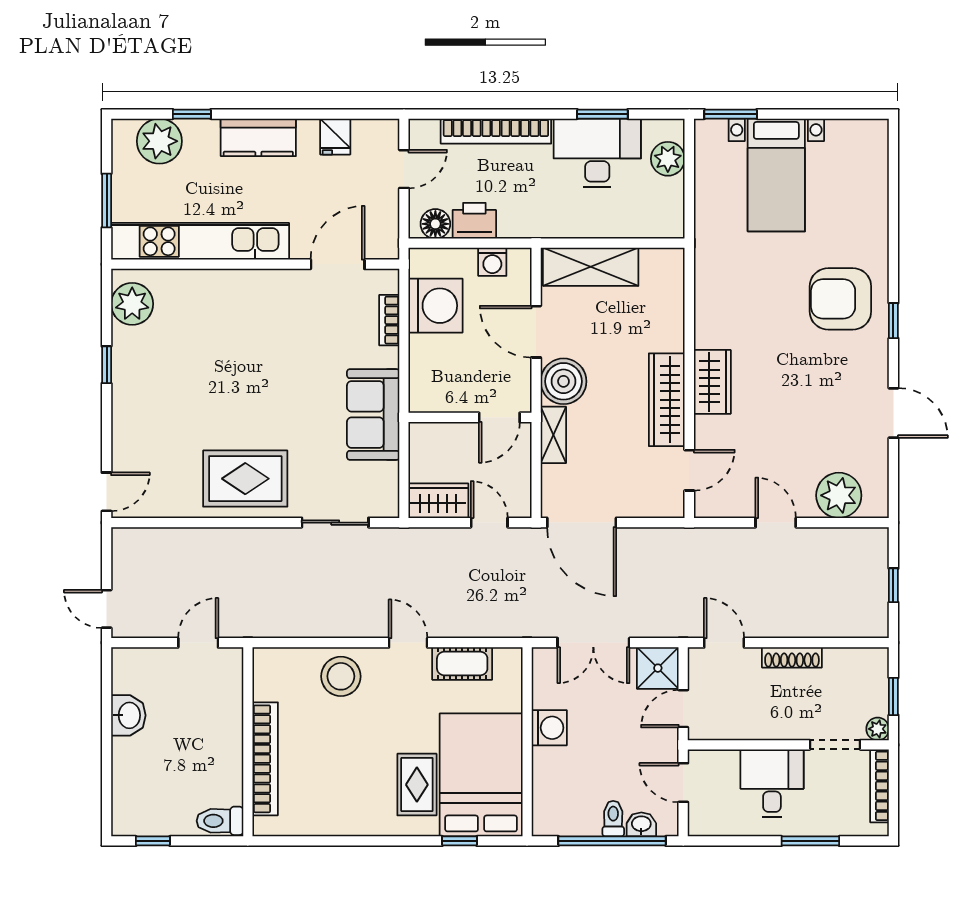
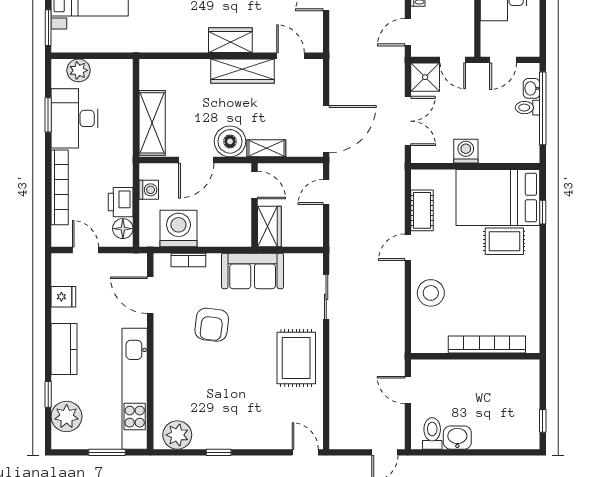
armchair: (294, 354) -> (212, 325), added
wardrobe: (438, 501) -> (269, 227), moved, turned 180
toilet: (220, 821) -> (432, 433), moved, turned 180

